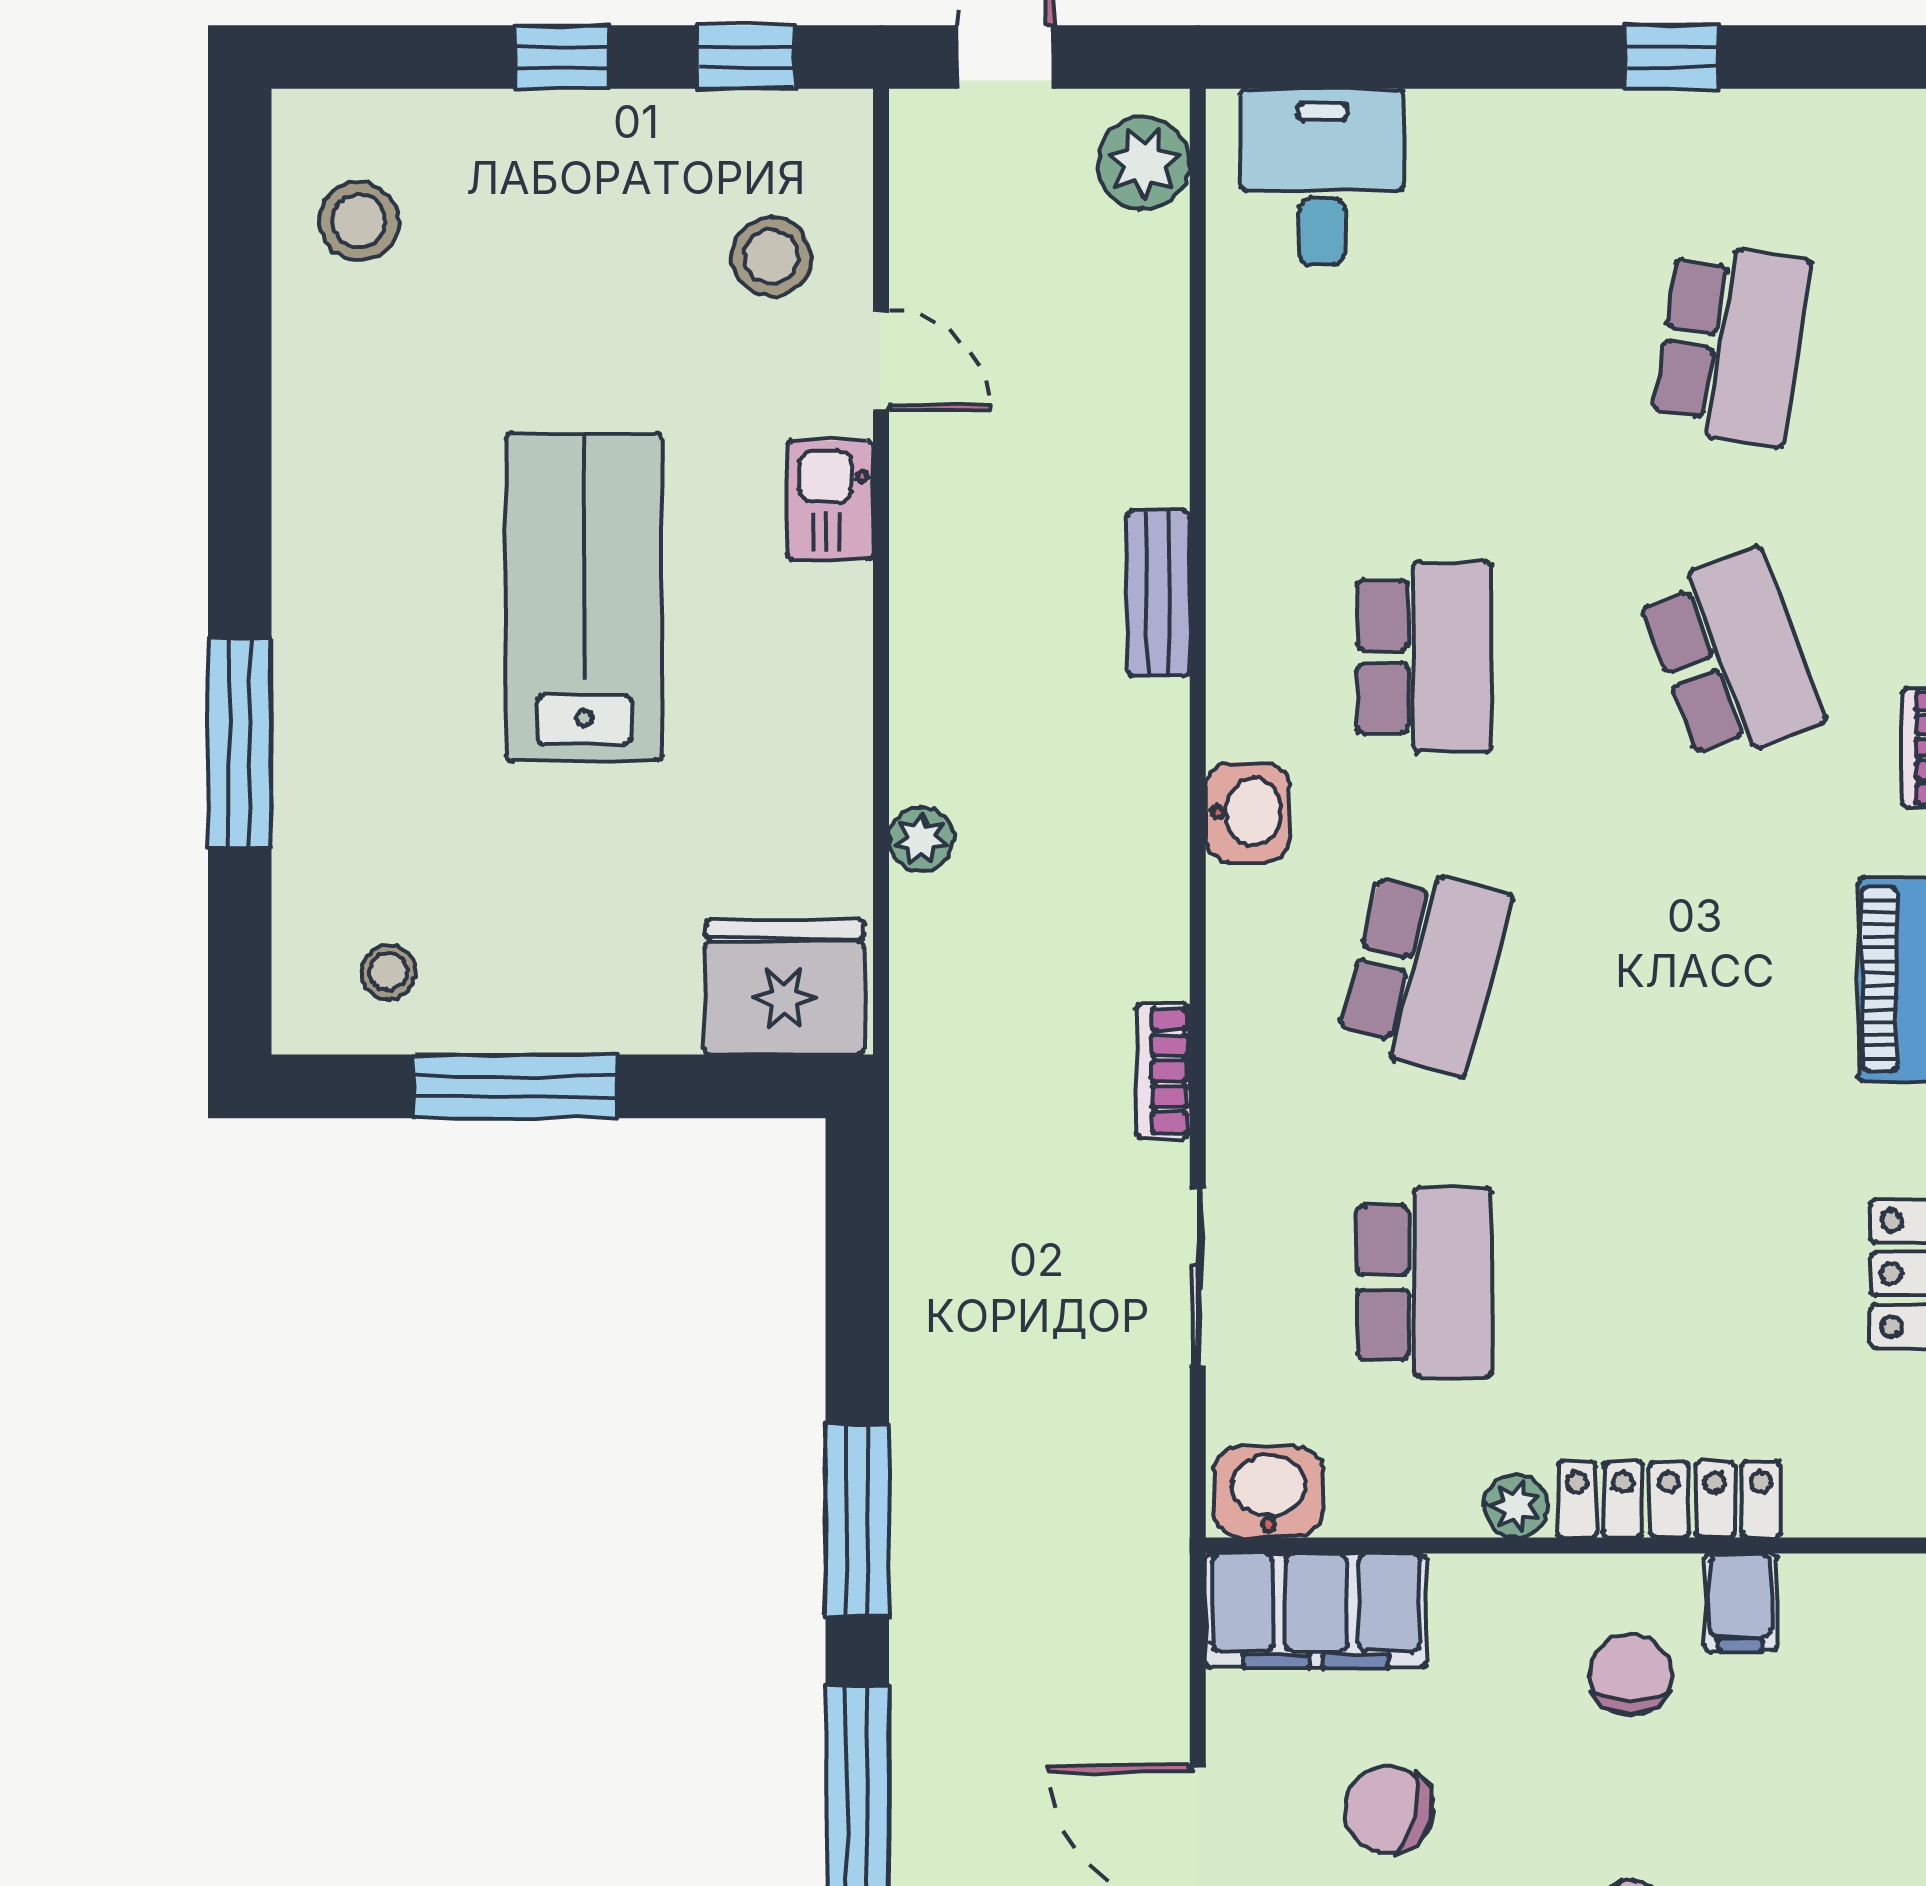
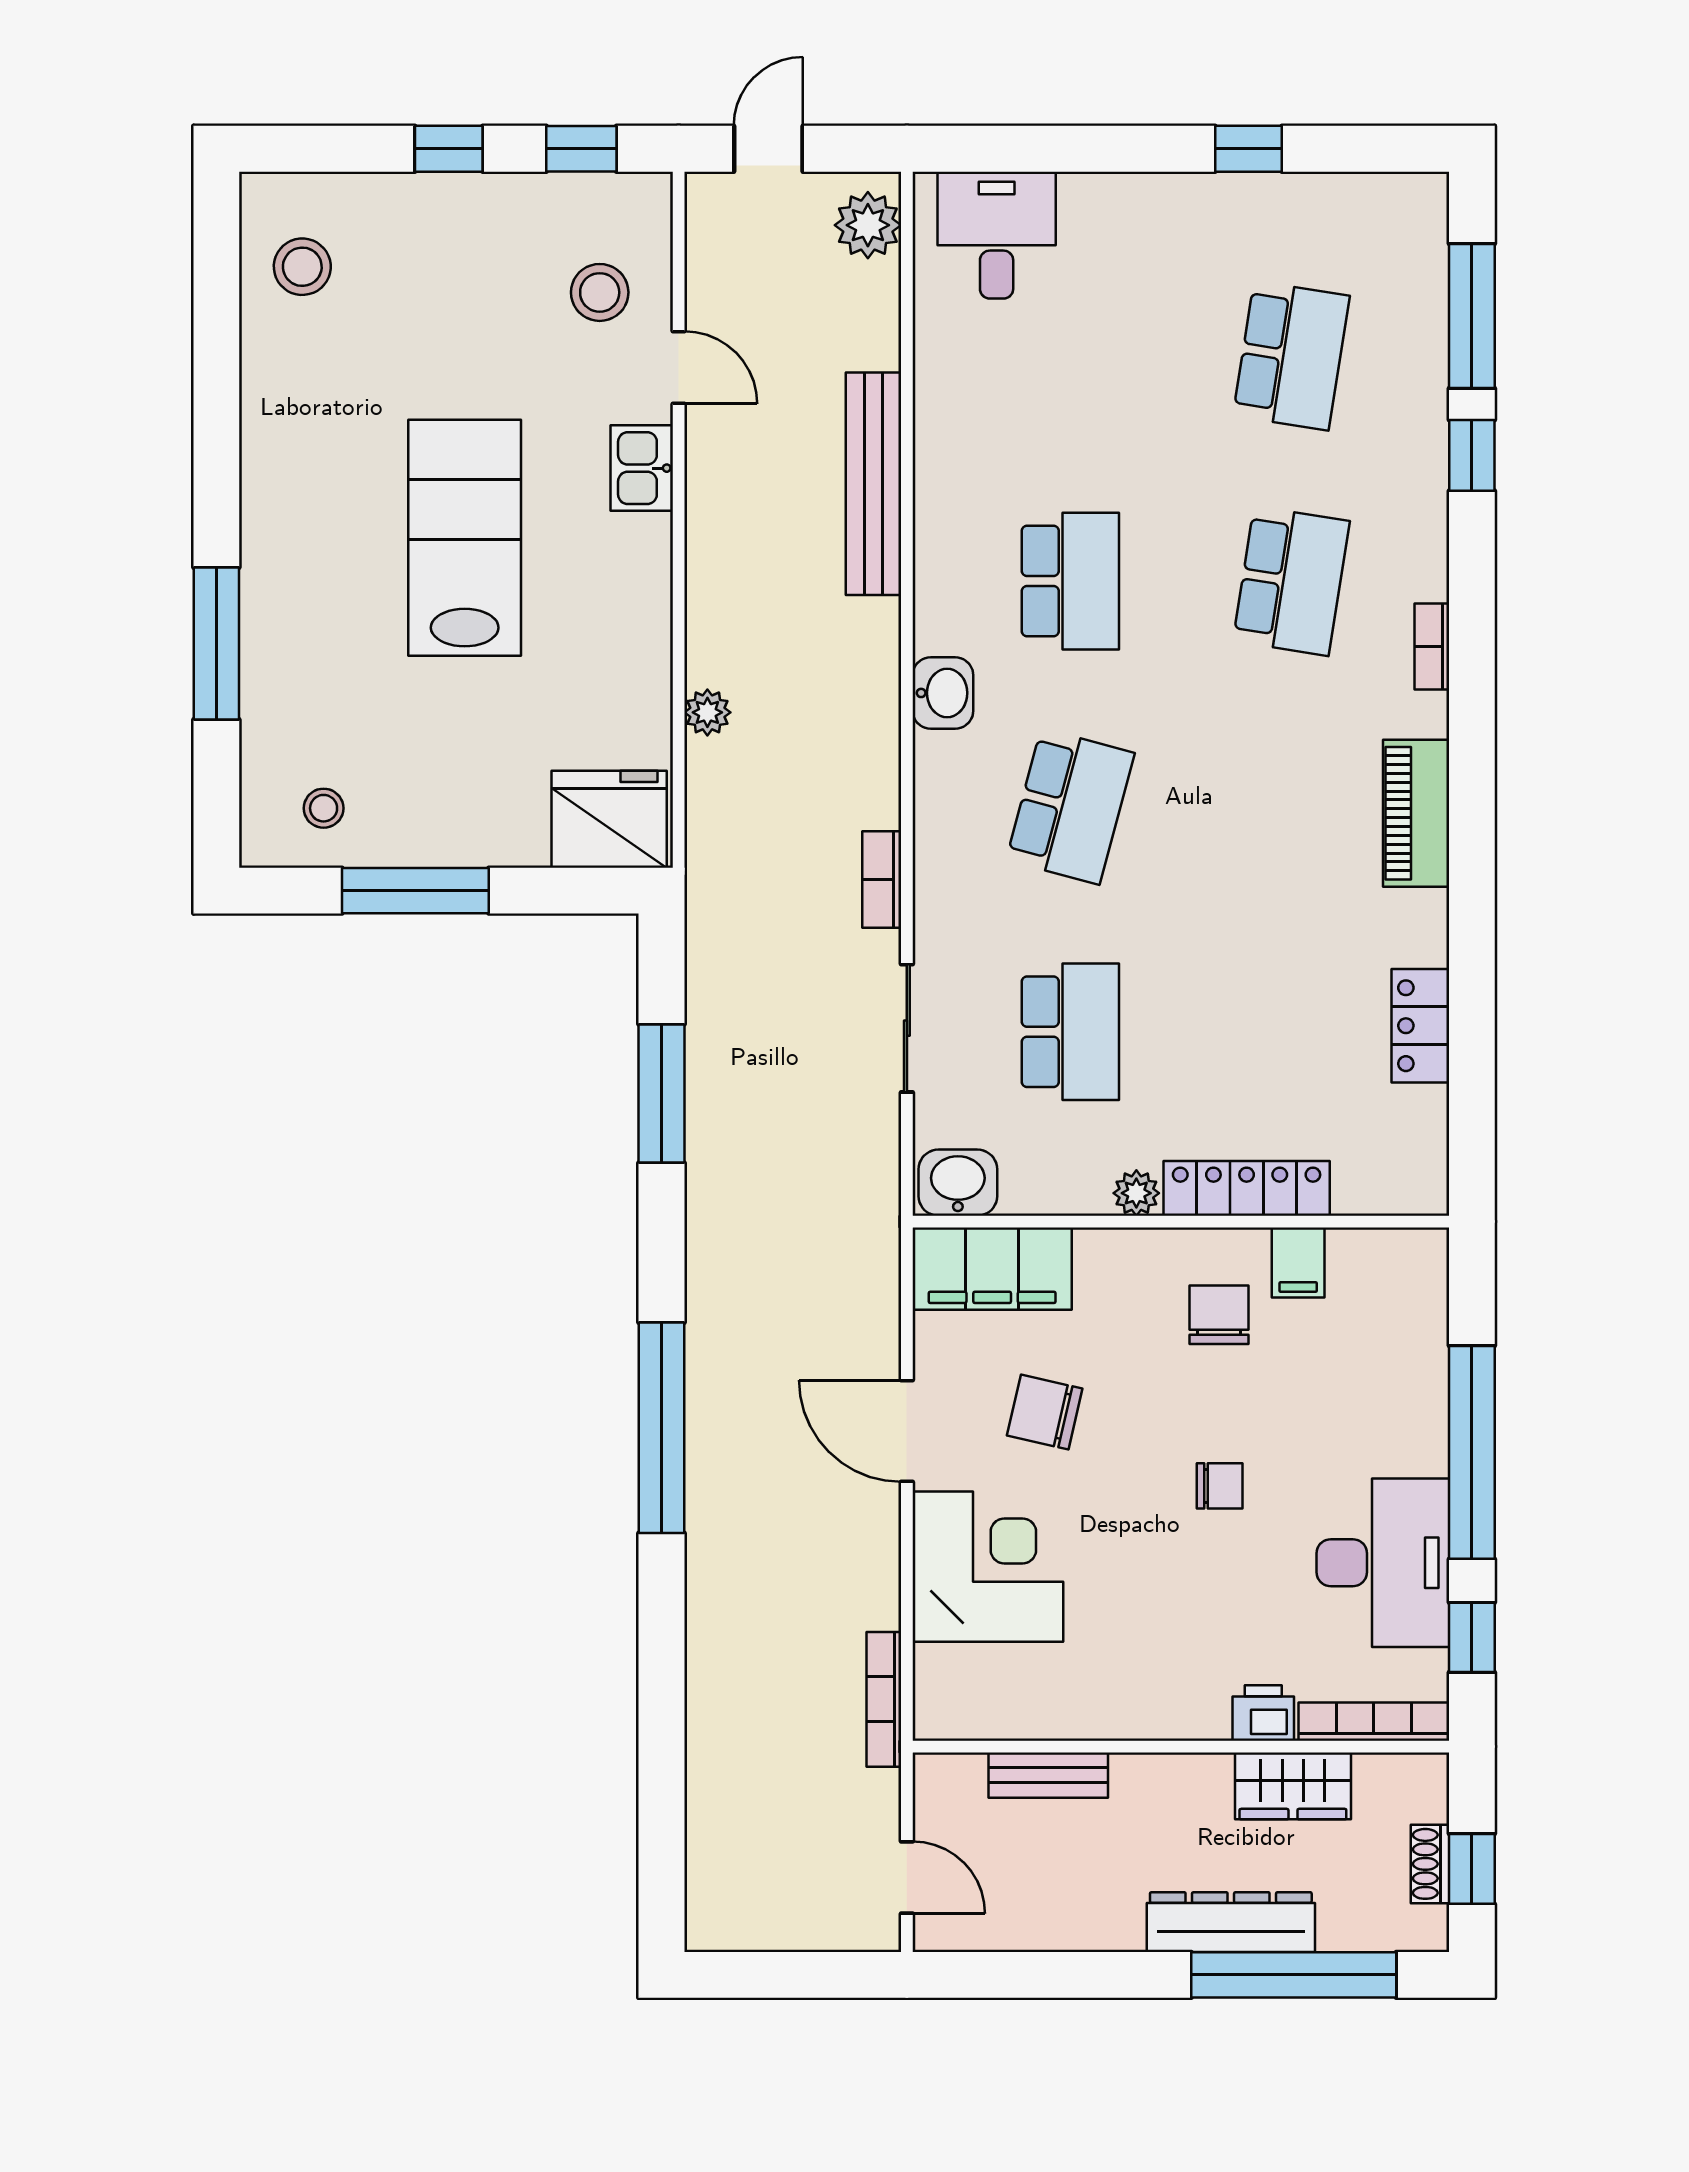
bench: (1158, 593) -> (873, 484), width x1.86, depth x1.21
school desk: (1731, 657) -> (1291, 581), turned 30
window: (857, 1521) -> (662, 1093), moved

